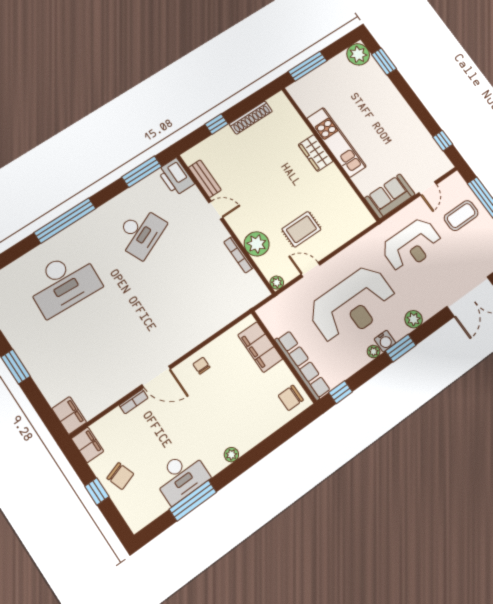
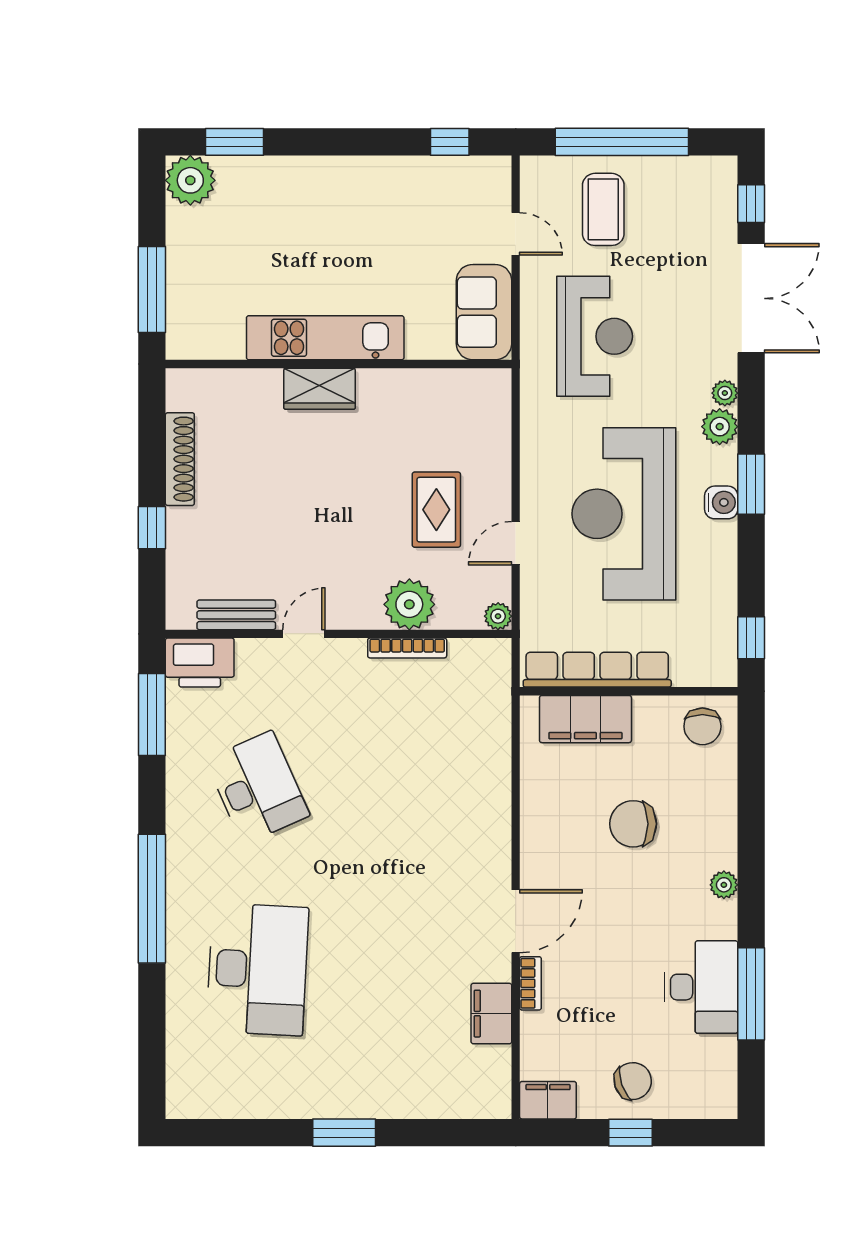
reception desk: (353, 305) -> (624, 514), turned 180
plant: (374, 352) -> (725, 393), moved
row of seats: (303, 365) -> (597, 670), moved
chair: (201, 366) -> (633, 824), moved, width x1.87, depth x1.87
filing cabinet: (69, 415) -> (491, 1014), moved, turned -90

